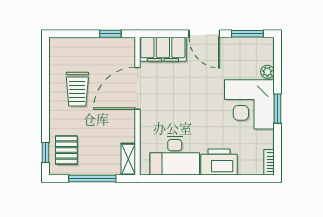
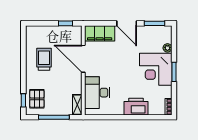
door: (138, 88) -> (83, 59), hinge flipped
trolley: (77, 89) -> (44, 59), turned 180
desk: (175, 156) -> (97, 93), moved, turned 90

